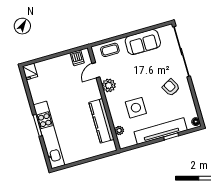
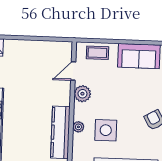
dishwasher: (77, 58) -> (56, 49), removed
plant: (119, 130) -> (78, 127), moved

